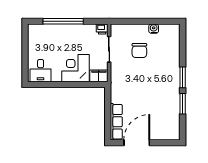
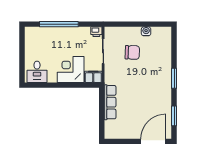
chair: (139, 51) -> (132, 52), turned -88
window: (183, 104) -> (174, 116), moved
row of seats: (116, 122) -> (110, 102), moved
door: (137, 143) -> (153, 141), moved

